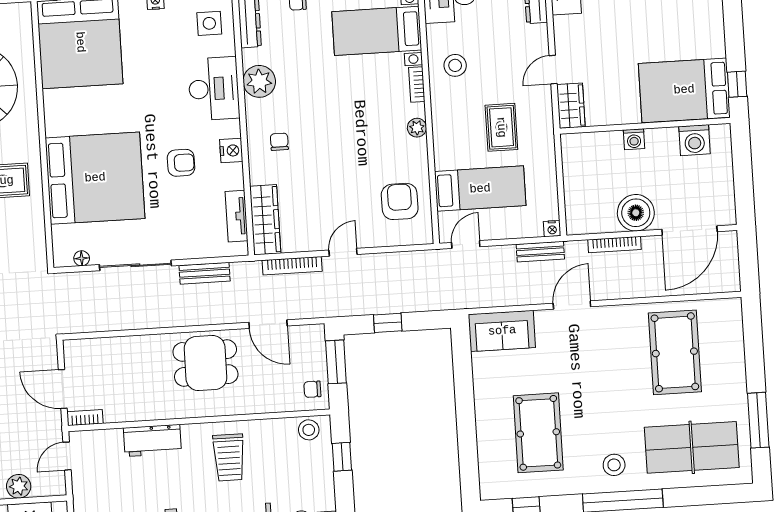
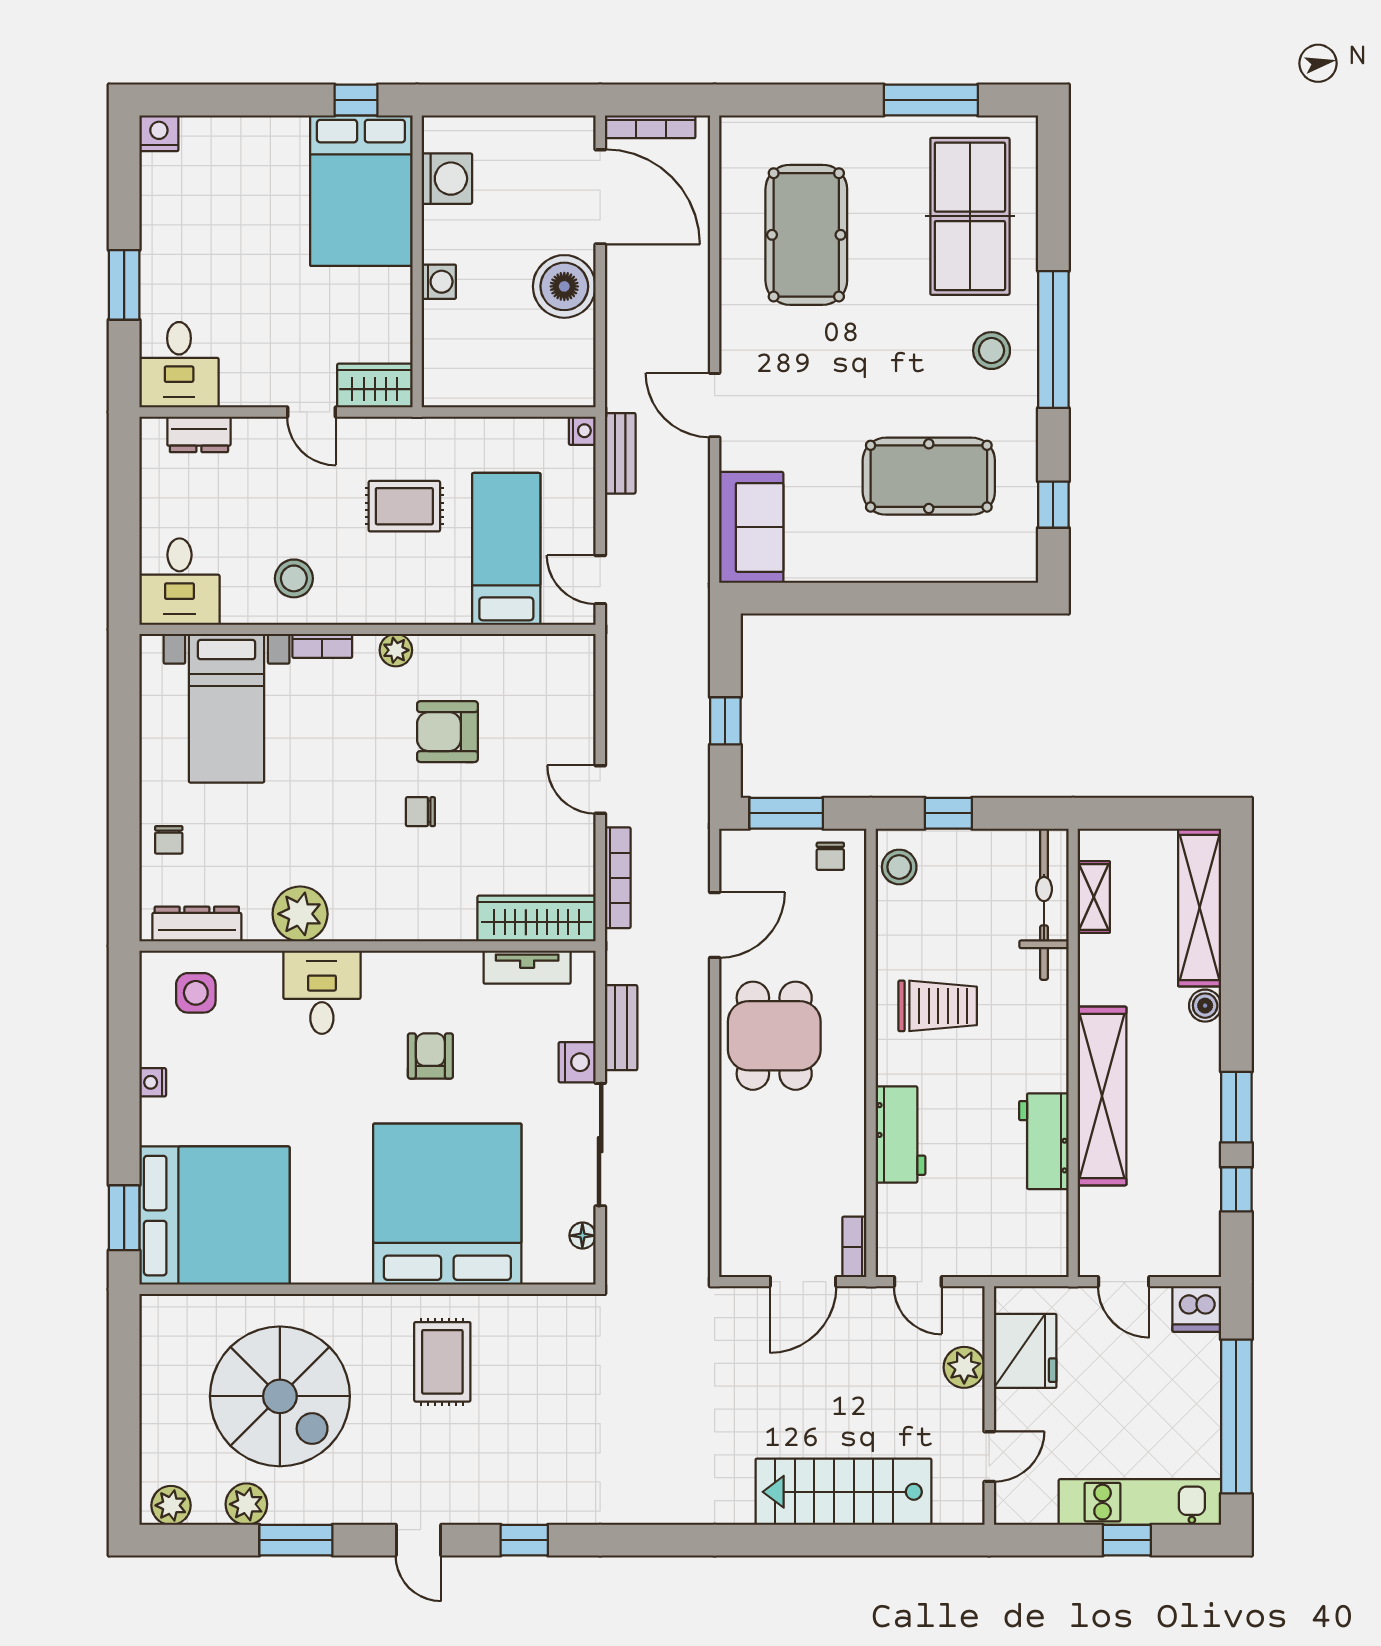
desk: (214, 89) -> (322, 992), width x0.73
chair: (279, 142) -> (420, 812), moved
nightstand: (231, 151) -> (577, 1062), moved, turned 90
armchair: (400, 201) -> (447, 732), moved
bookcase: (614, 245) -> (651, 127), moved, turned 90
pool table: (675, 352) -> (806, 235), turned 90

